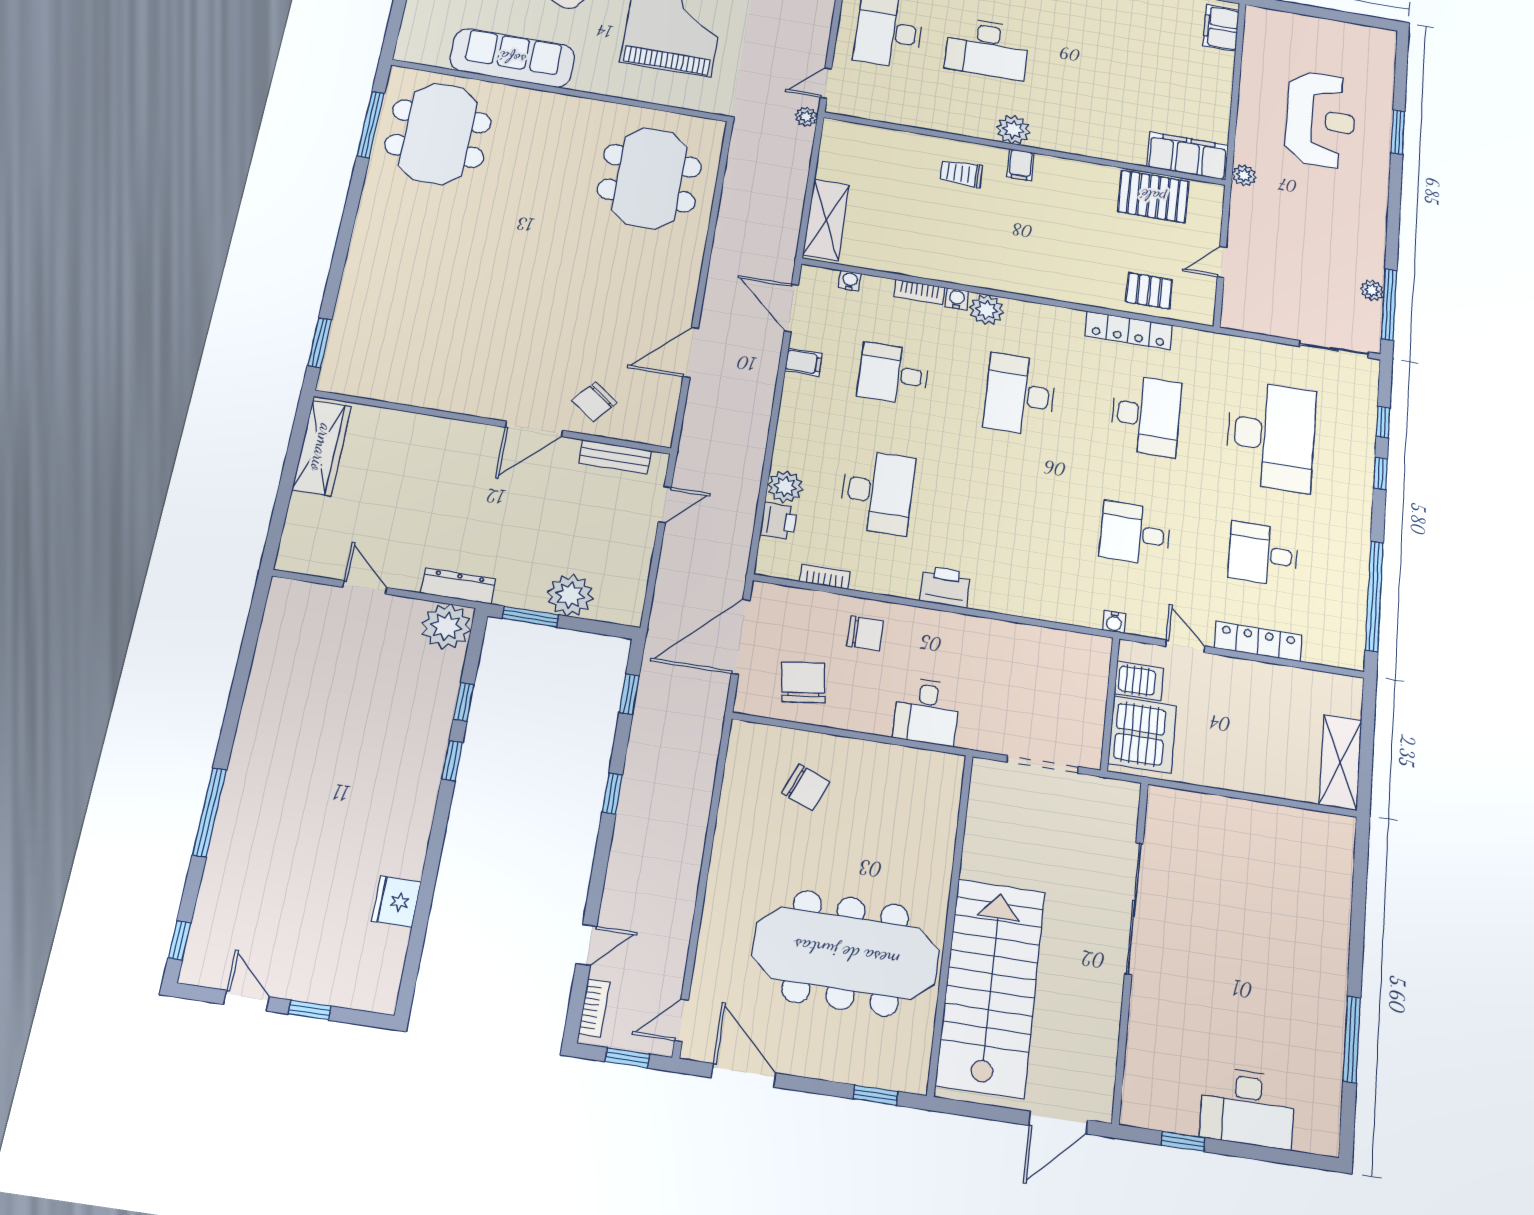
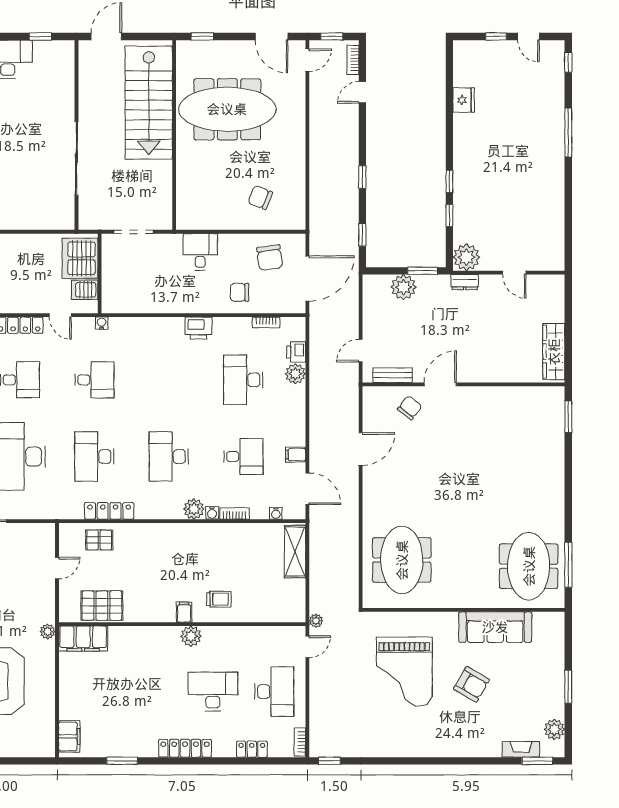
desk: (1020, 395) -> (169, 457), turned 180
dresser: (458, 586) -> (465, 282), width x0.70

